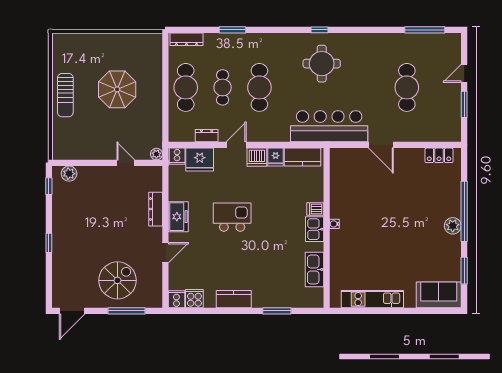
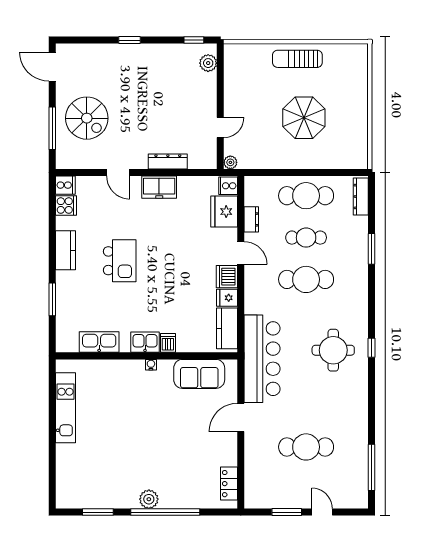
kitchen island: (232, 217) -> (120, 261), moved
sofa: (439, 295) -> (199, 374), moved, turned 90

